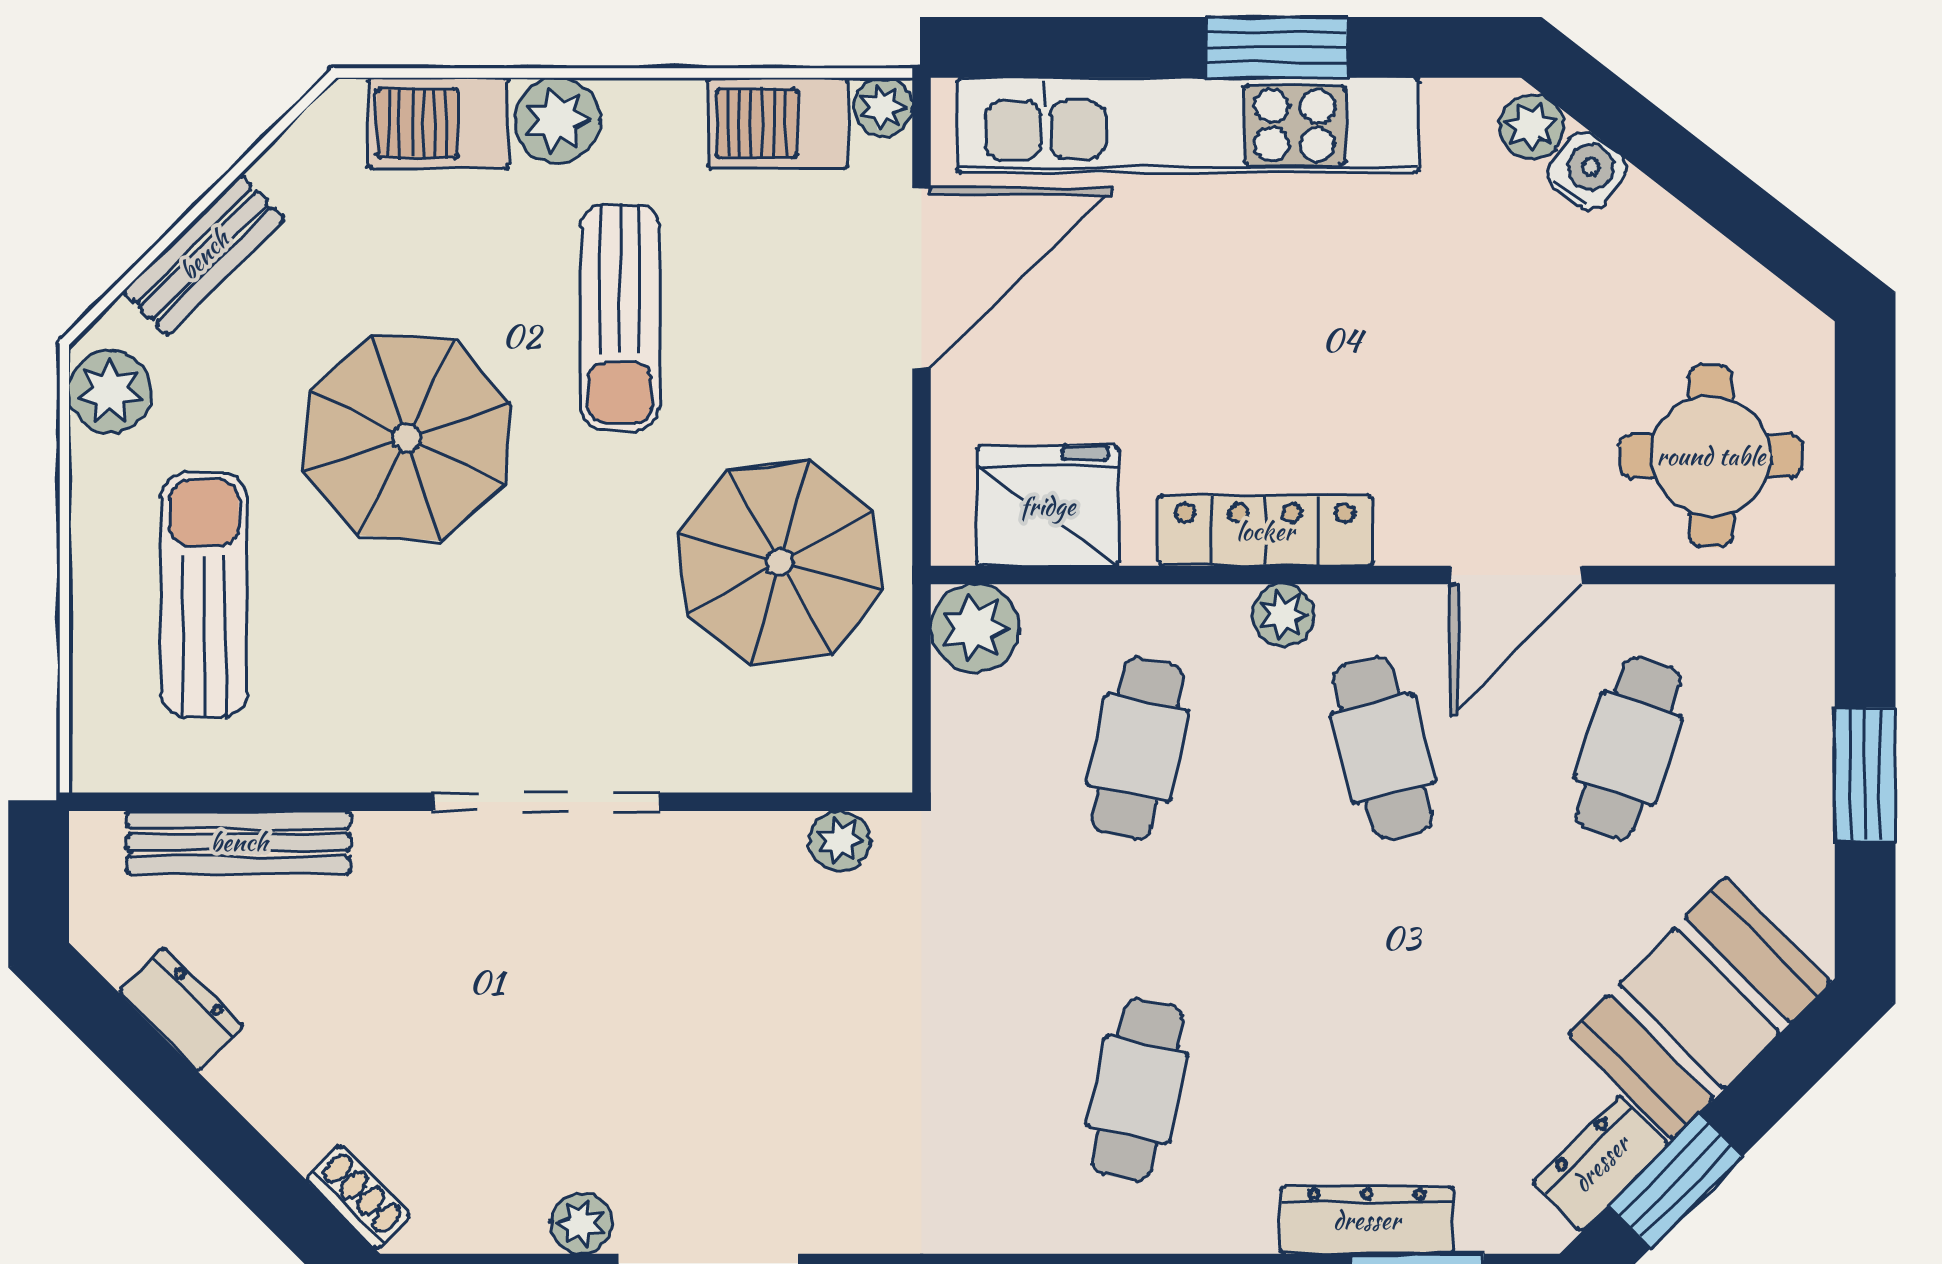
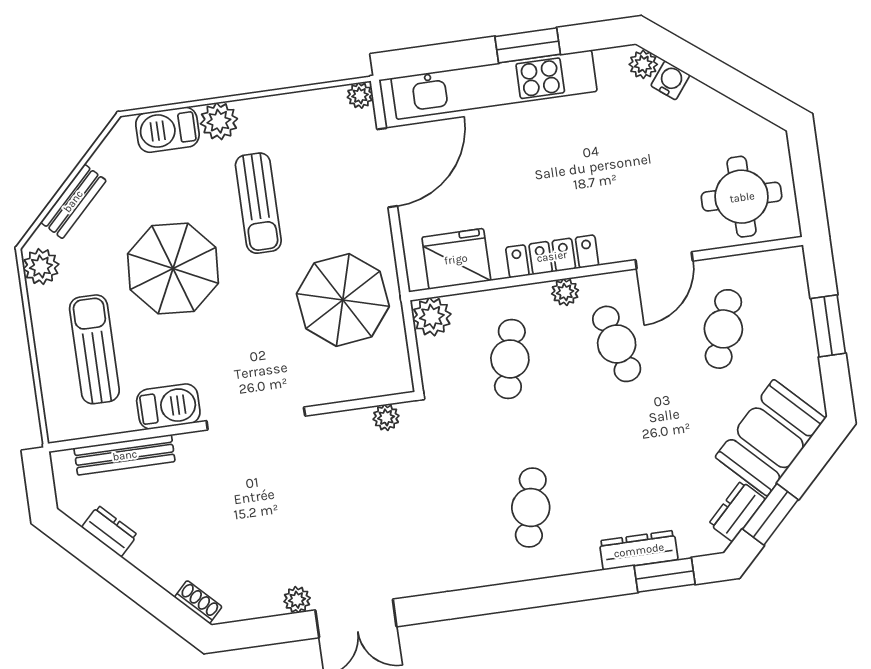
barbecue: (778, 123) -> (168, 406), moved, turned 180

